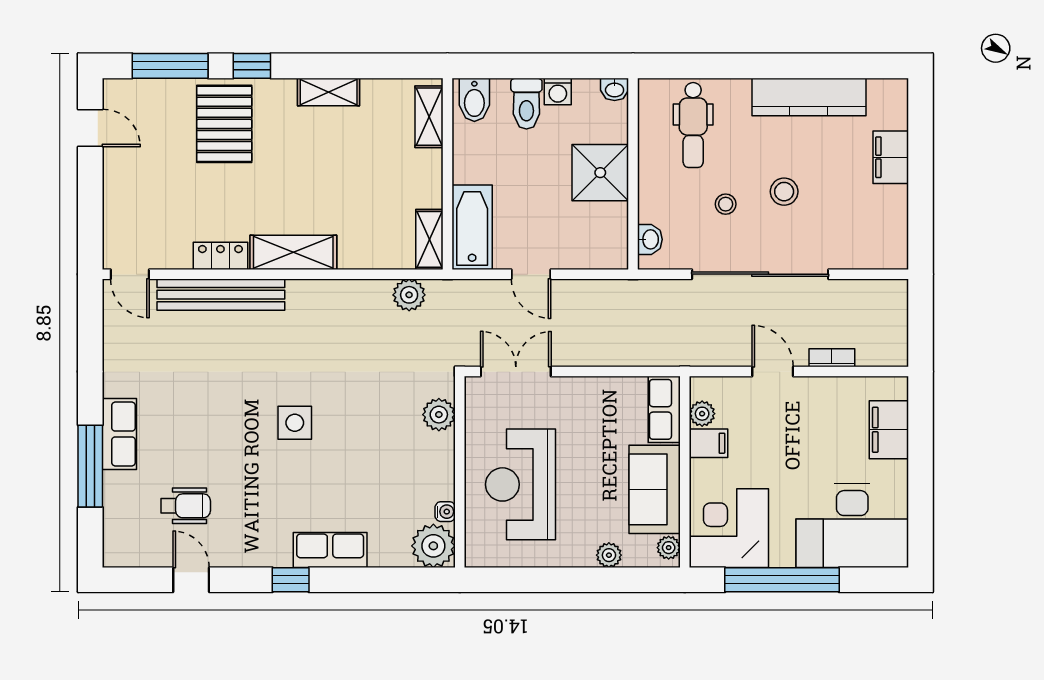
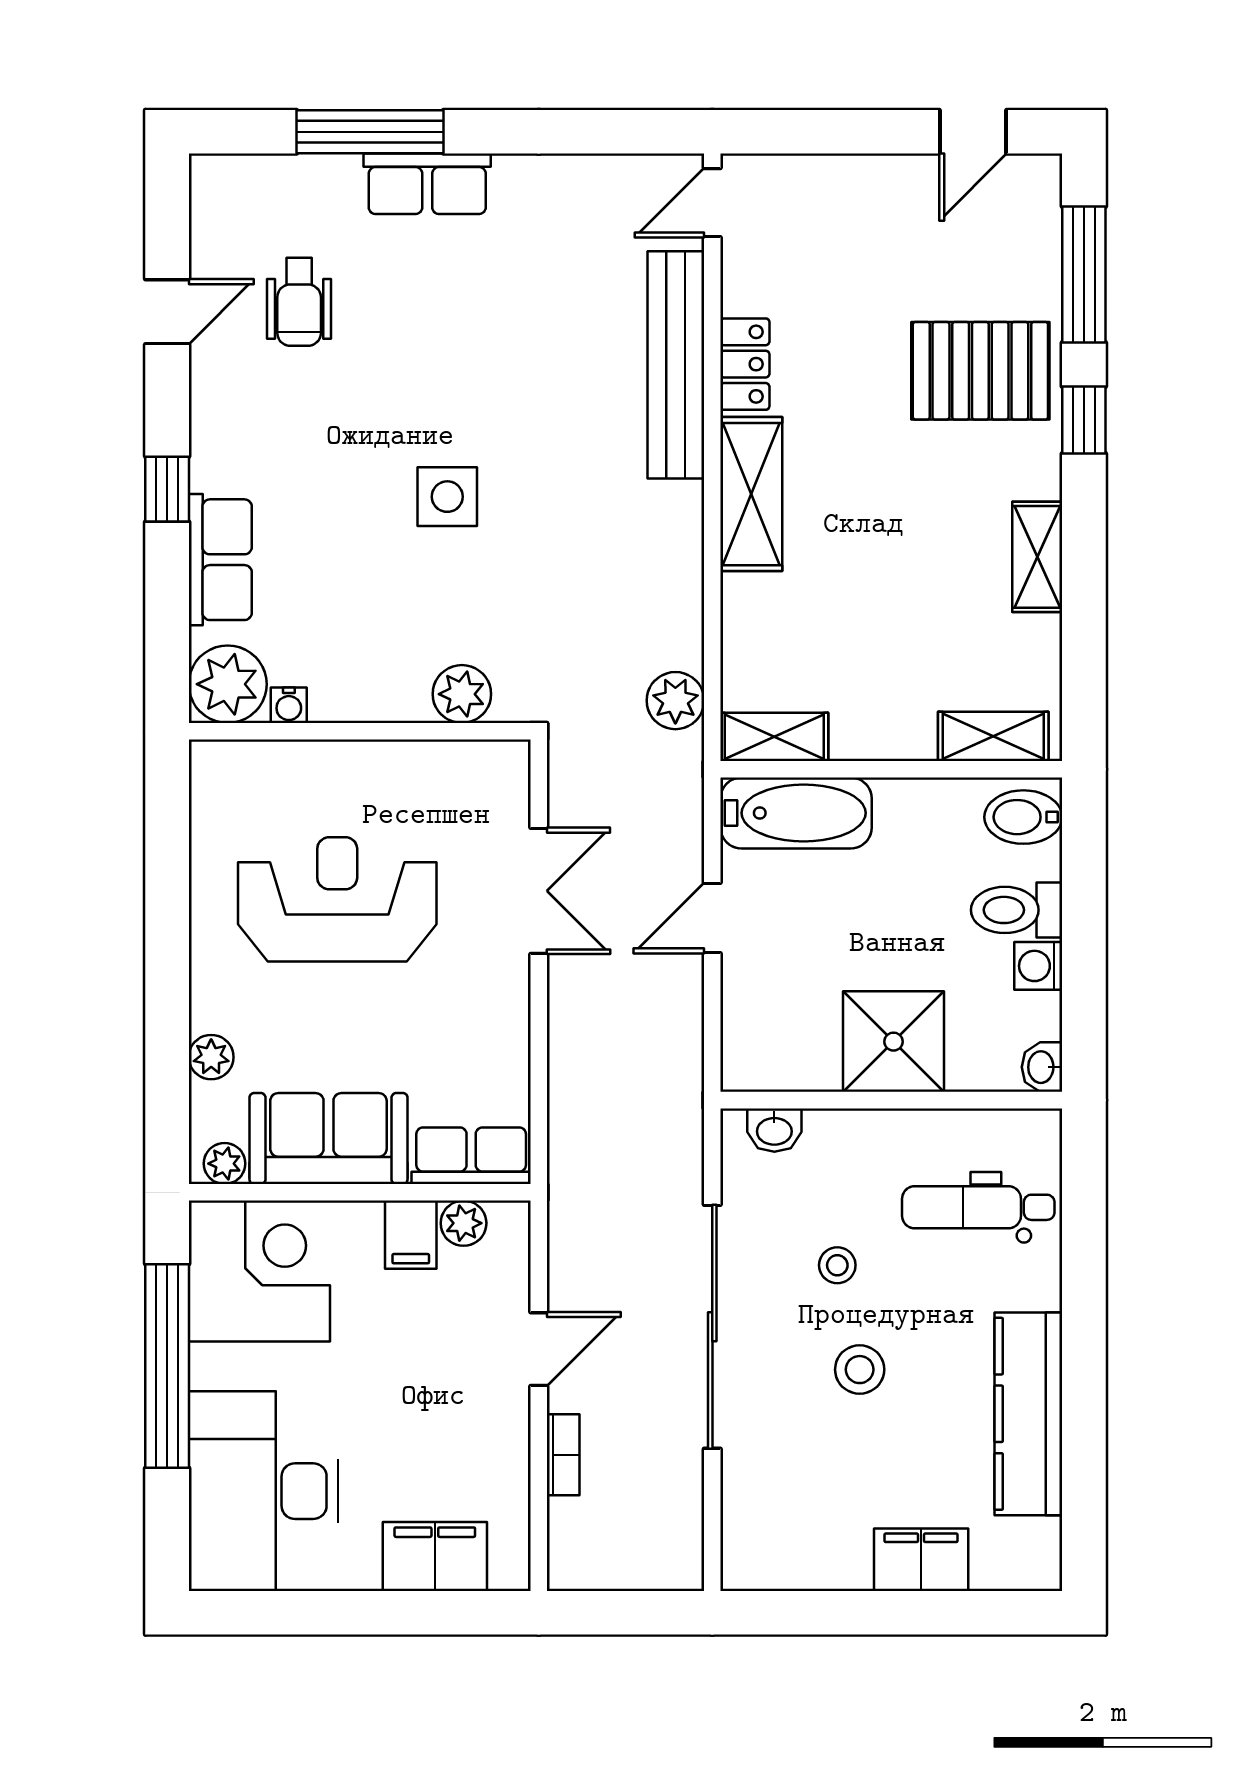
plant: (439, 415) -> (462, 694), moved
wall: (460, 472) -> (360, 731), moved
water cooler: (445, 512) -> (289, 705), moved
plant: (433, 546) -> (228, 684), moved

